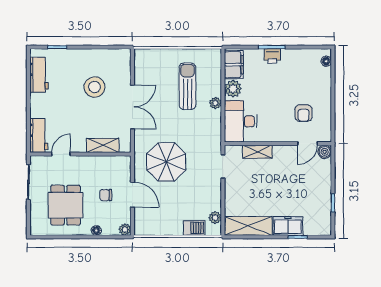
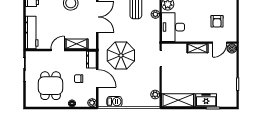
workbench: (39, 135) -> (32, 32), width x1.38
shelving: (257, 152) -> (197, 48), moved
door: (61, 154) -> (58, 50), moved
dresser: (124, 168) -> (91, 60), added
barbecue: (194, 228) -> (114, 102), moved

